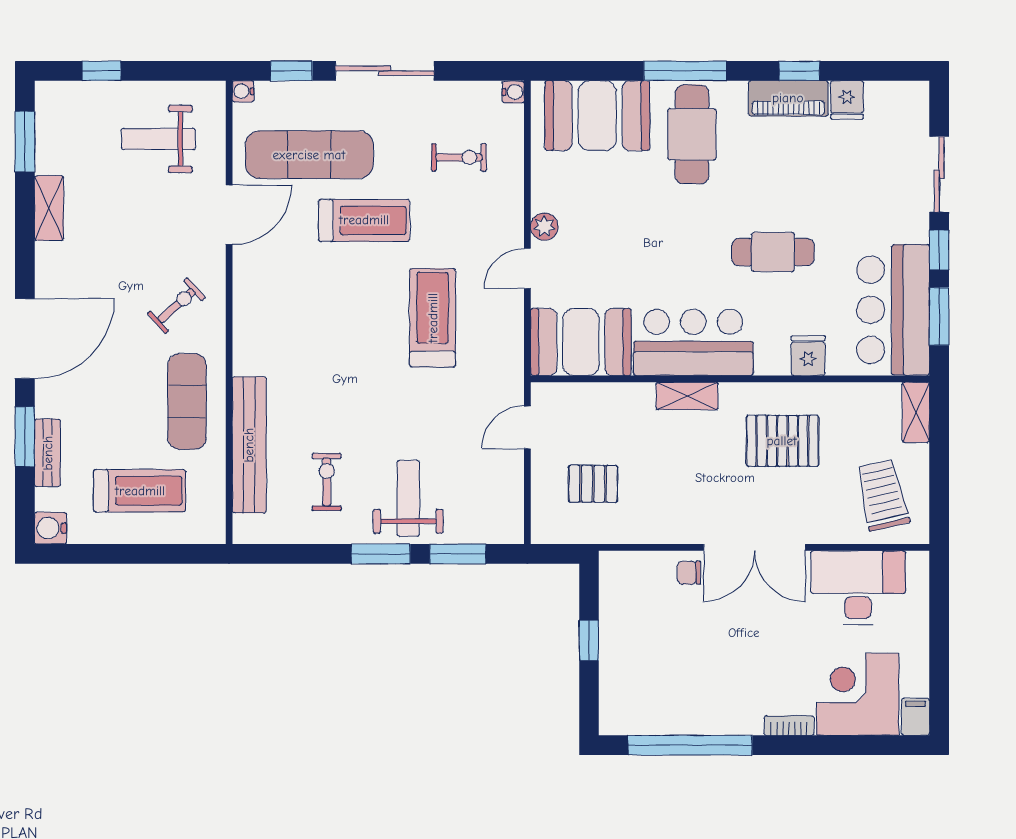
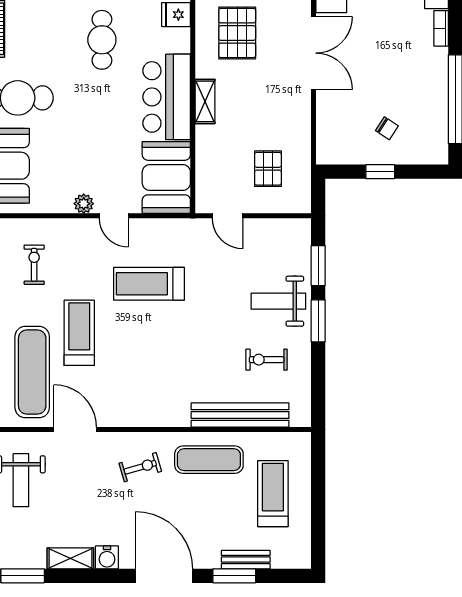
exercise bike: (176, 306) -> (140, 467), turned 116
water cooler: (51, 528) -> (107, 557), moved
chair: (689, 573) -> (387, 128), moved, turned -57

